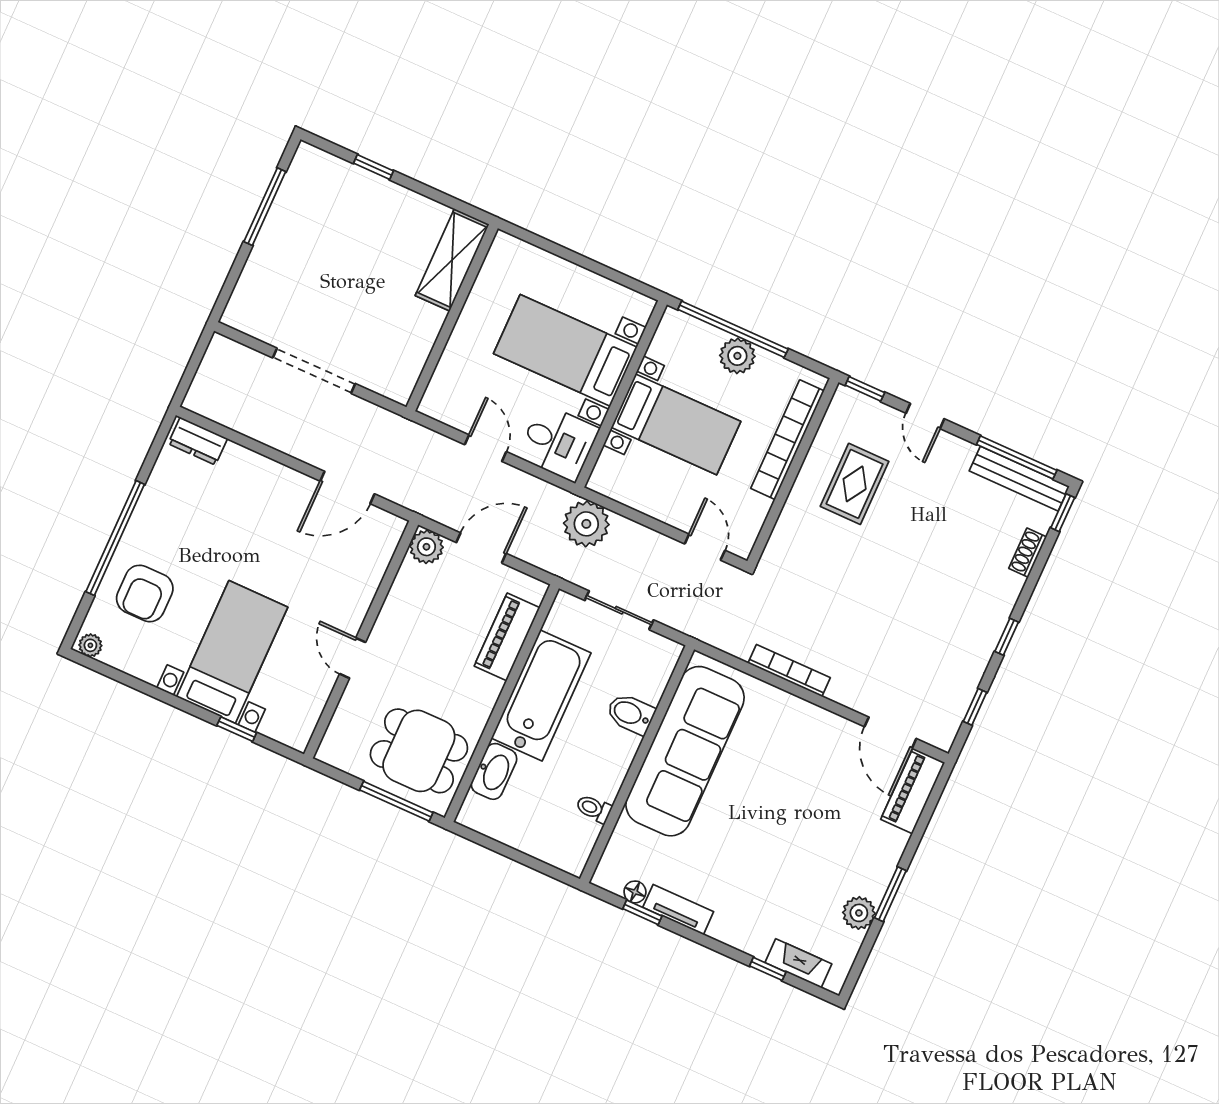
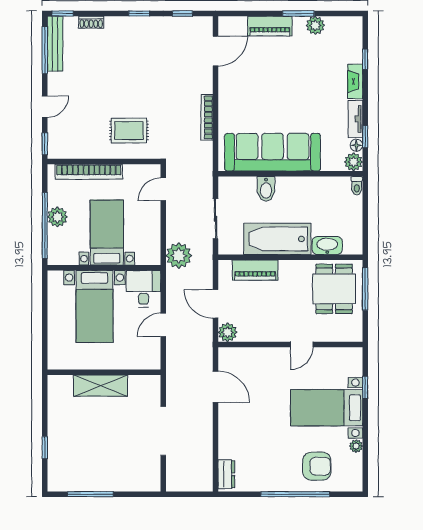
shelving: (452, 260) -> (101, 386), moved
rug: (855, 484) -> (129, 131), moved
plant: (90, 645) -> (356, 446), moved
piano: (913, 791) -> (270, 26), moved
toilet: (594, 809) -> (357, 186), moved
plant: (610, 875) -> (353, 162), added
fireplace: (798, 963) -> (355, 81), moved

